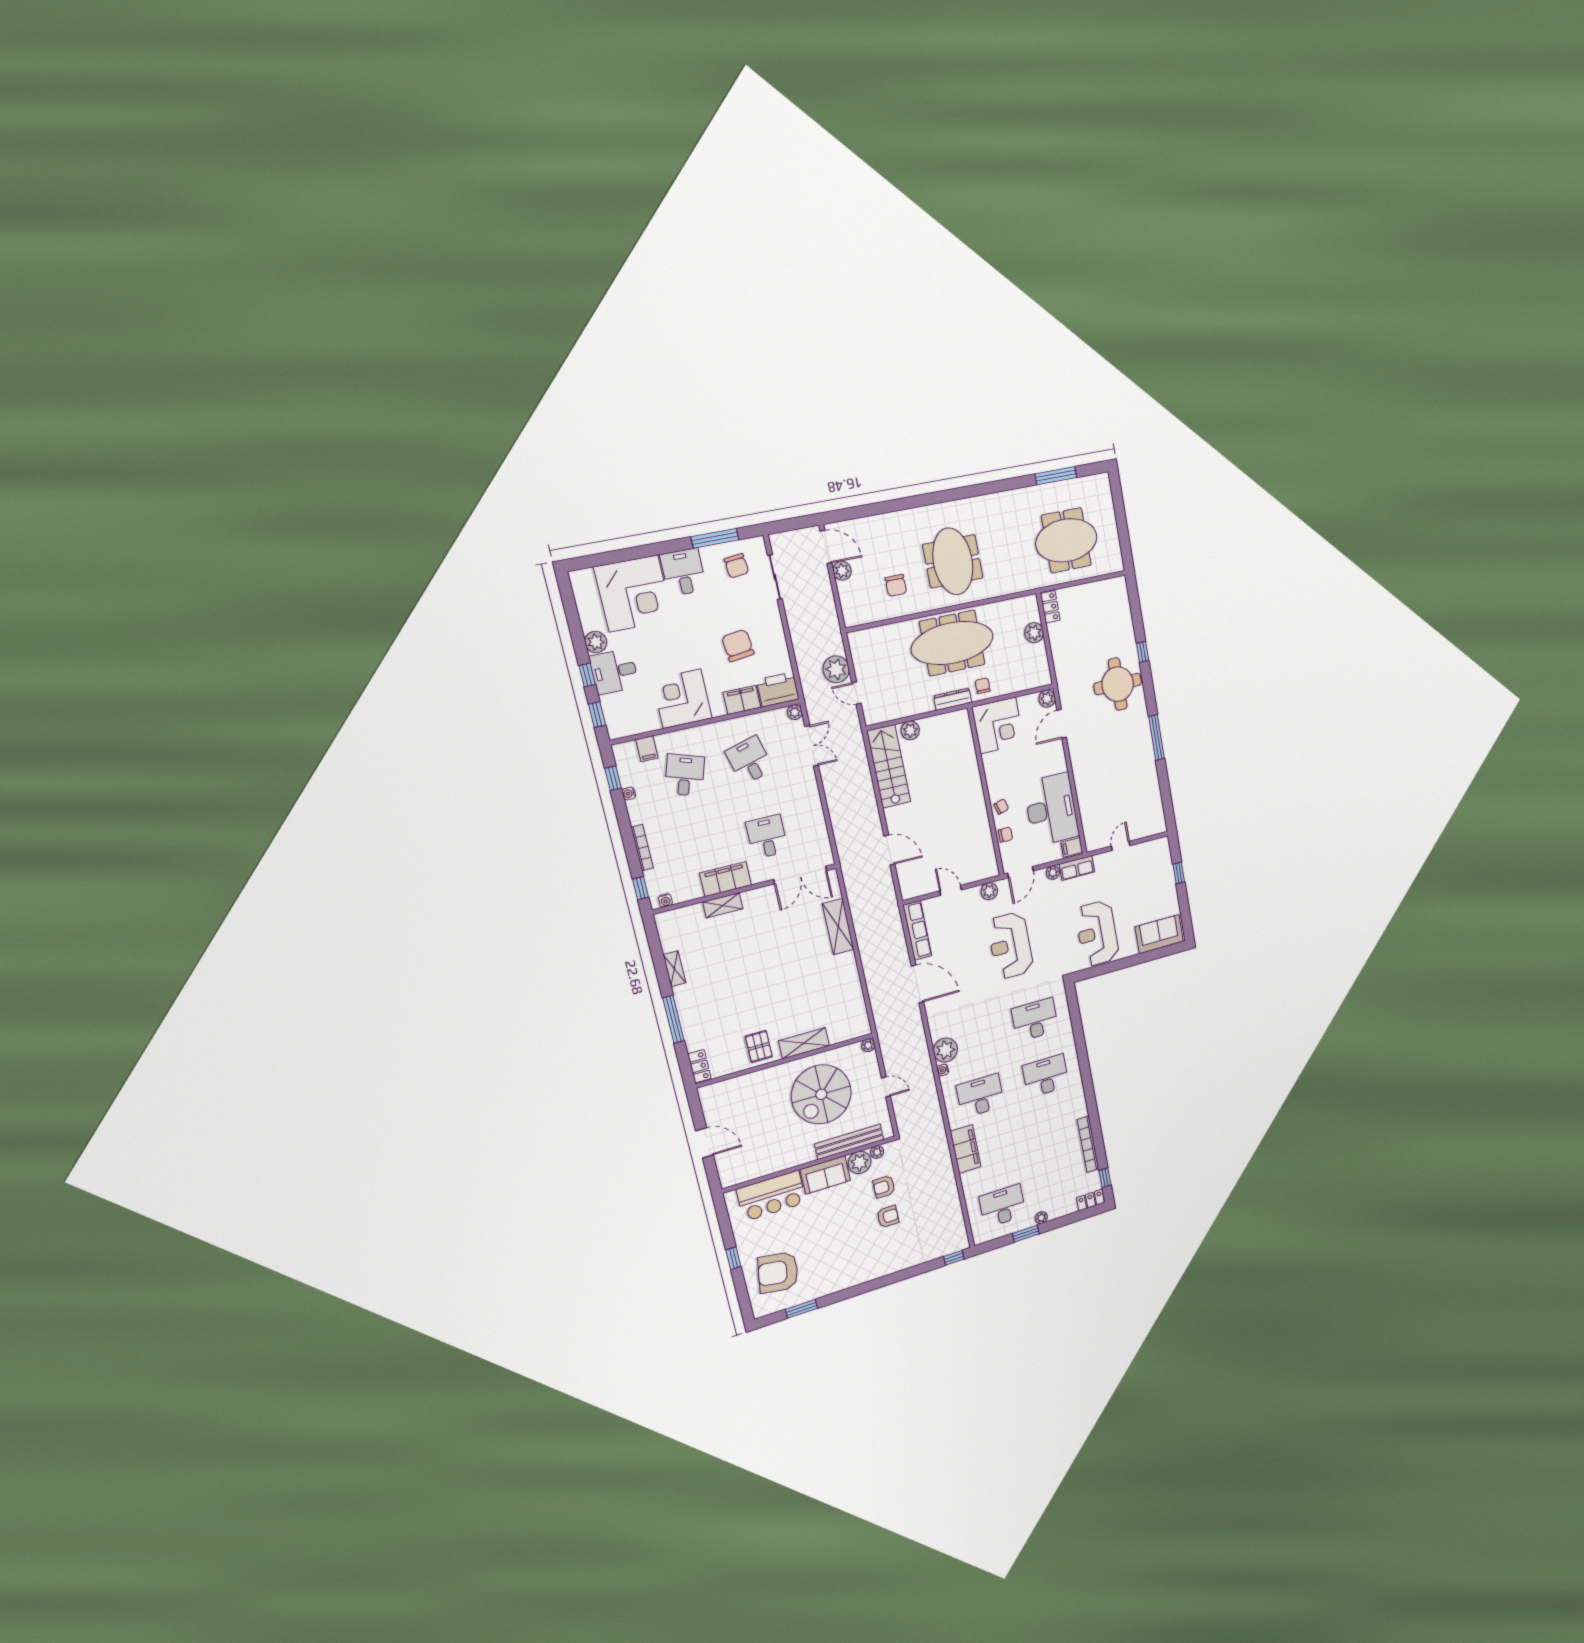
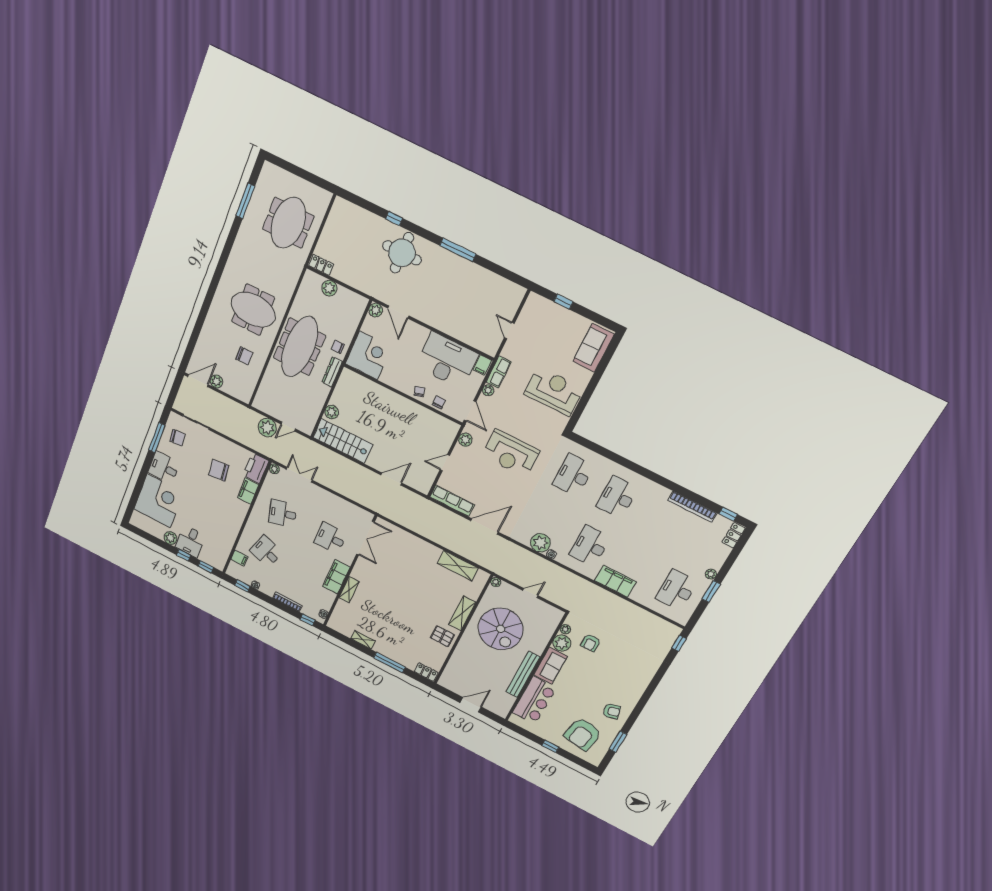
corner desk: (682, 699) -> (226, 521), removed
shelving: (838, 927) -> (458, 566), moved
reception desk: (1097, 933) -> (554, 391), turned 180
bench: (849, 1142) -> (523, 675), moved
armchair: (888, 1217) -> (612, 711), moved, turned 75

